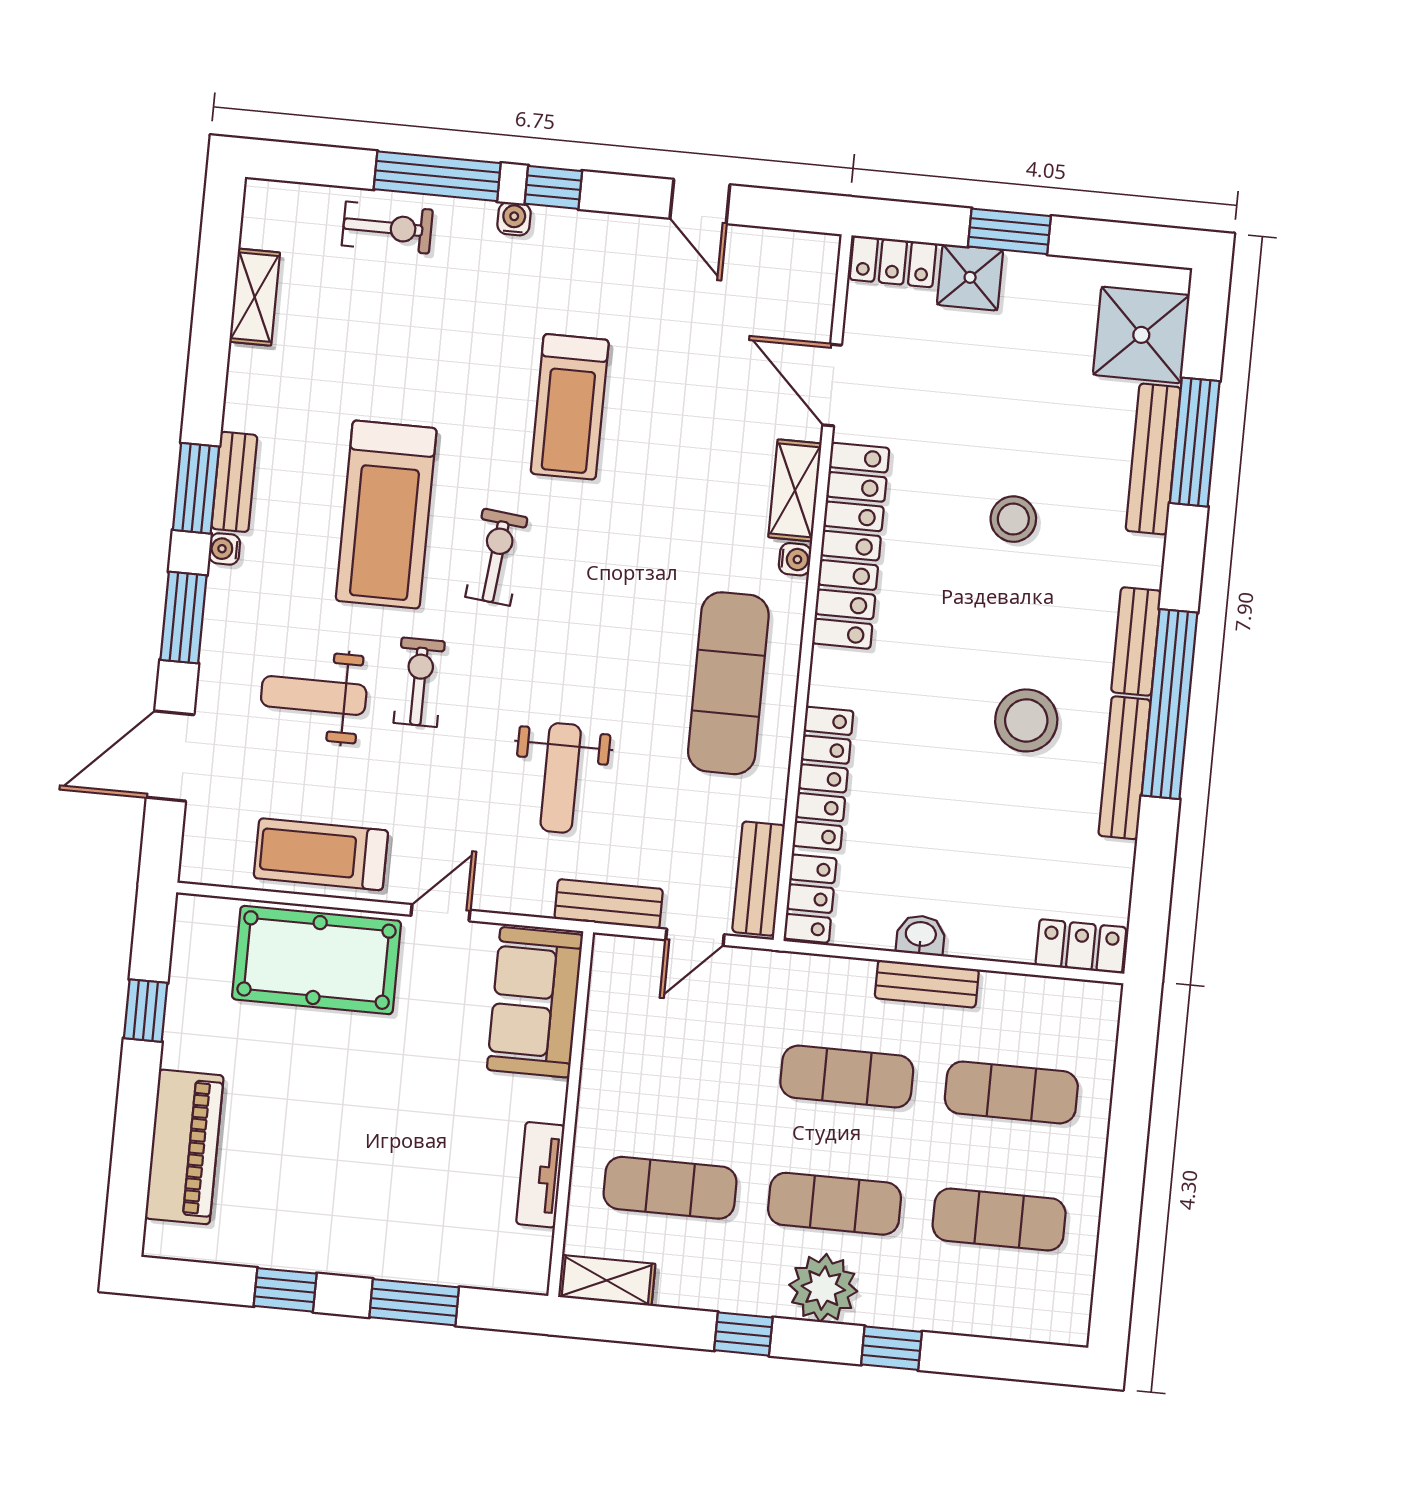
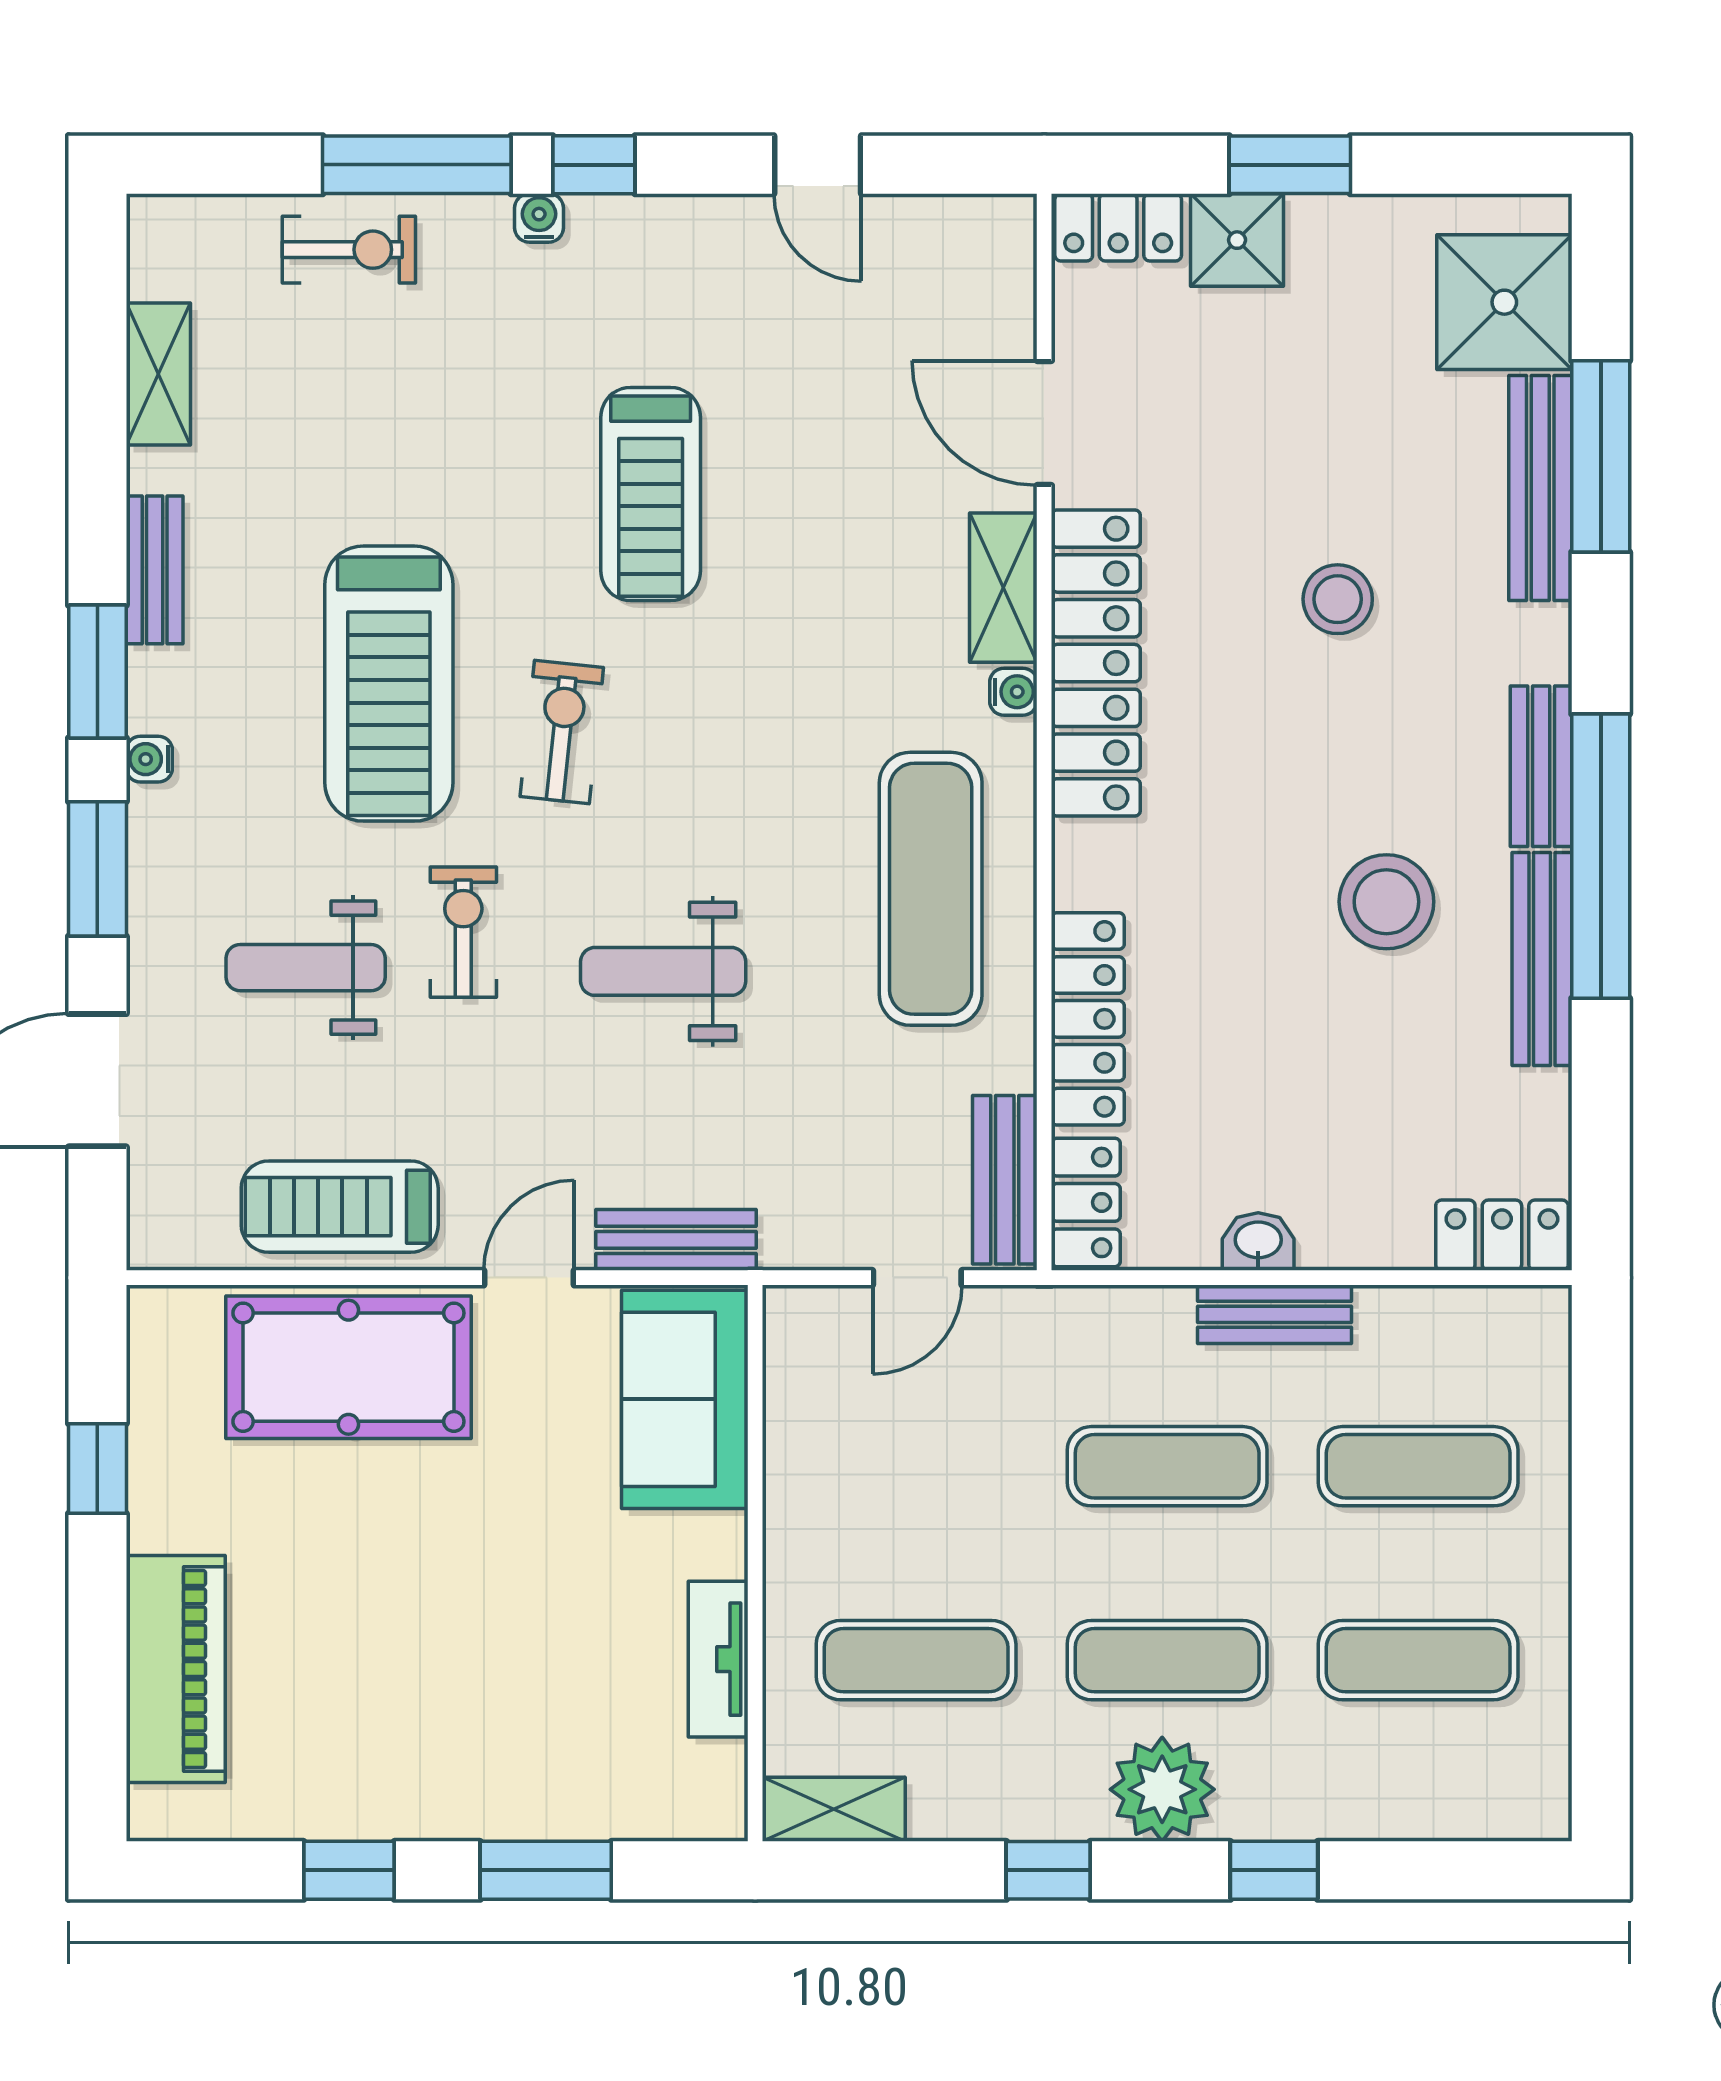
bench: (234, 482) -> (155, 570), moved
weight bench: (561, 778) -> (663, 971), moved, turned 90
bench: (609, 904) -> (676, 1240), moved

